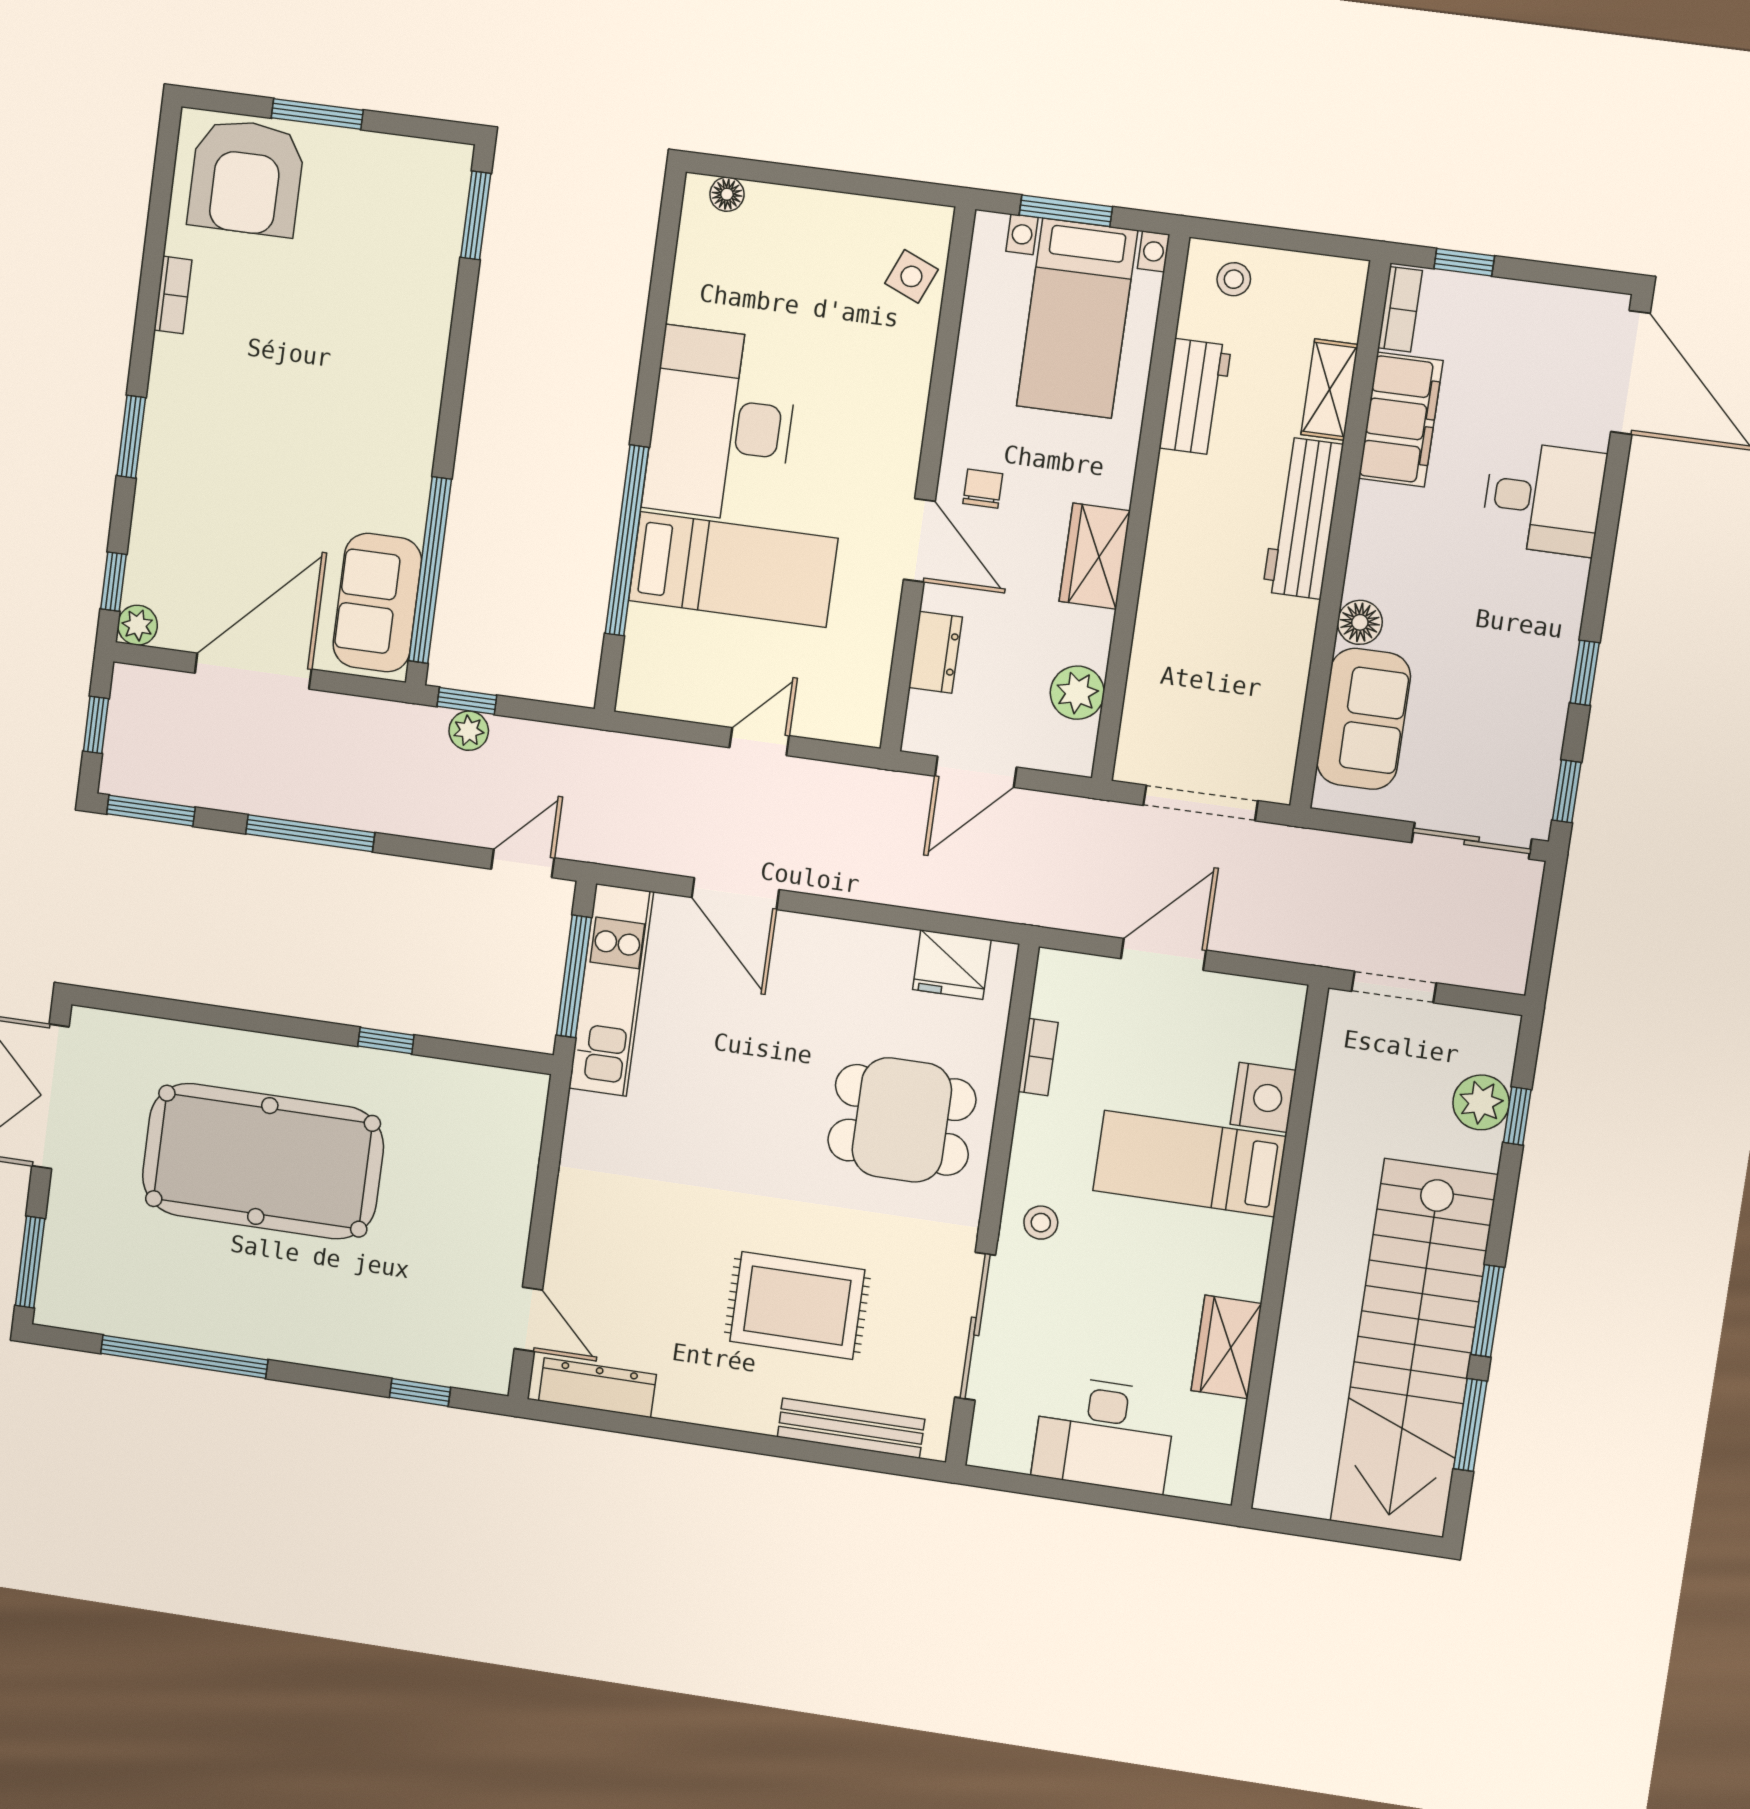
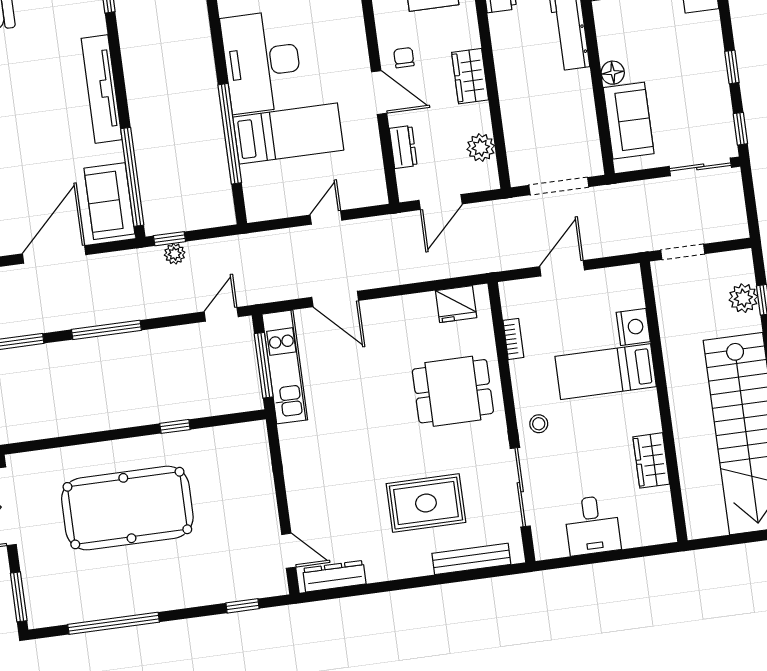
tv unit: (418, 395) -> (102, 89), added
desk: (1104, 1434) -> (592, 525), width x0.73

